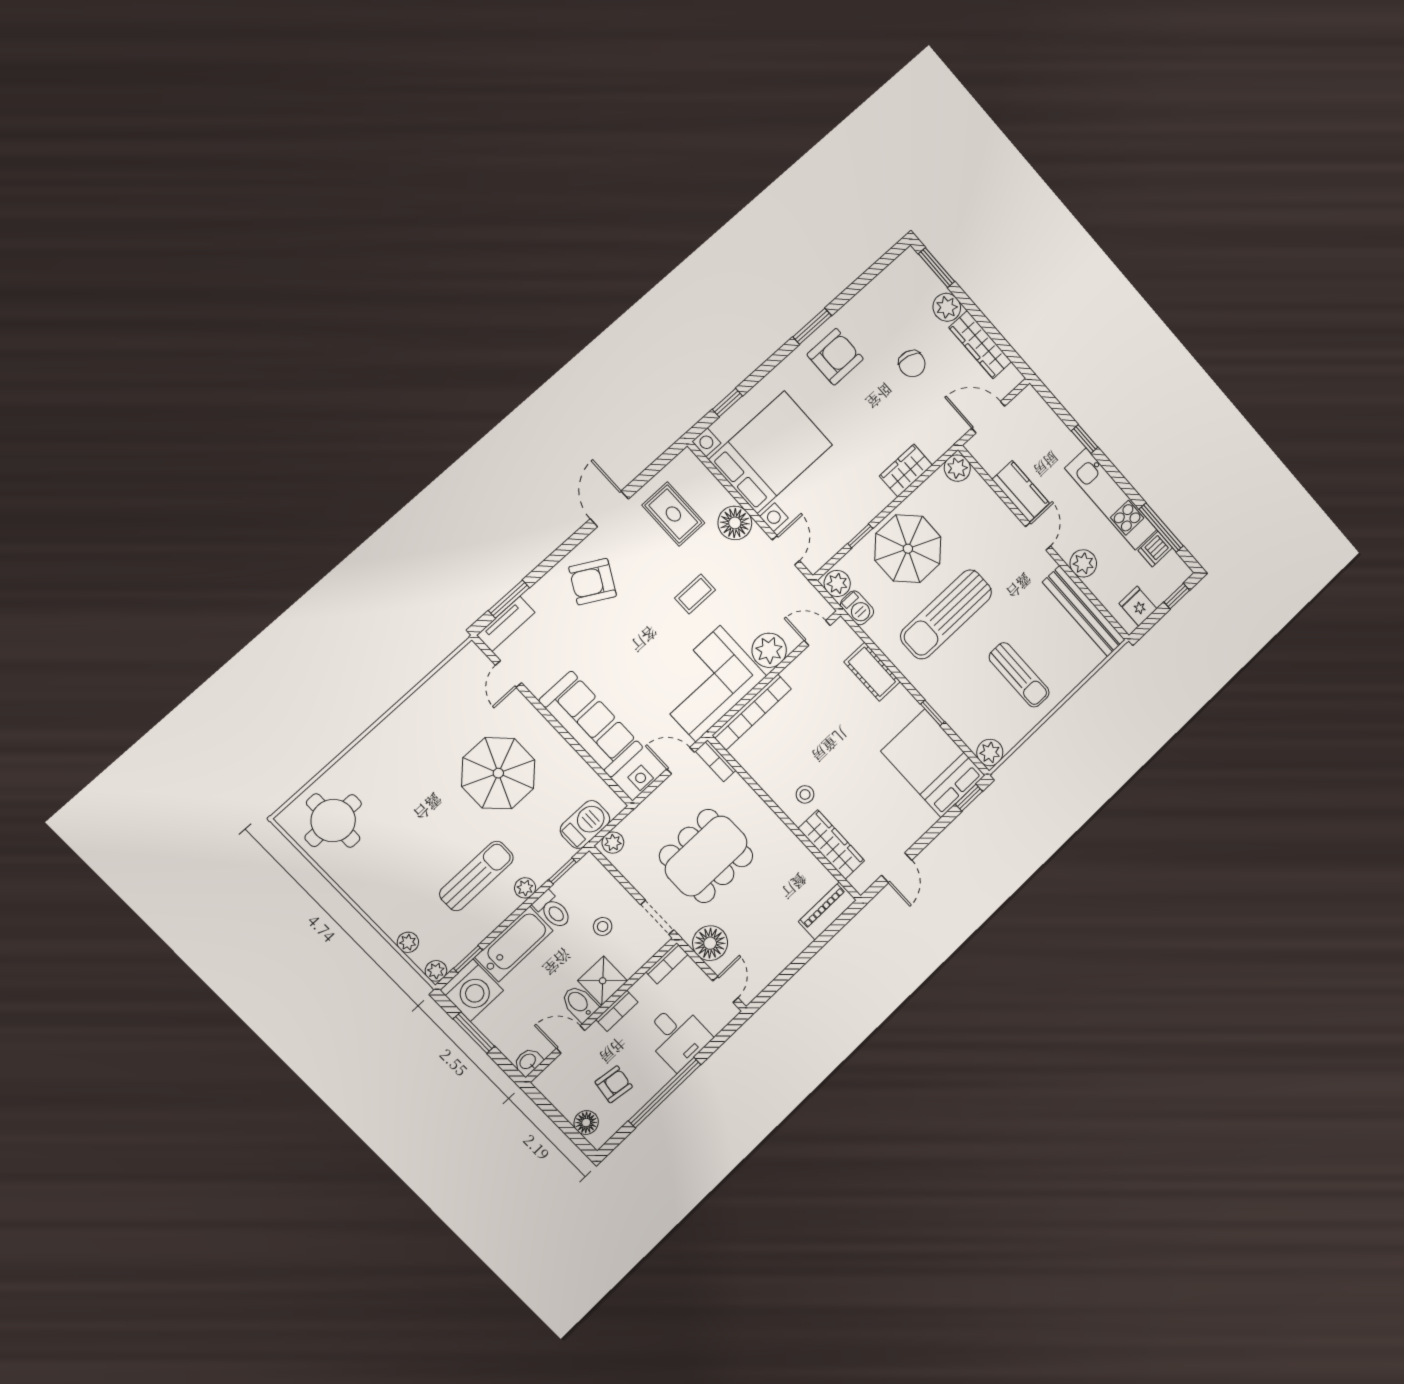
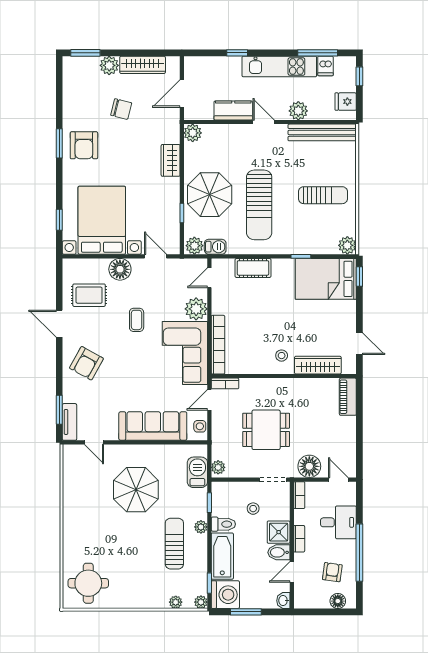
armchair: (835, 357) -> (84, 145), turned 180
dining table: (706, 856) -> (266, 430), width x0.73

